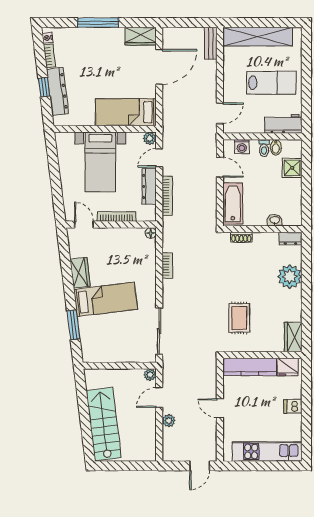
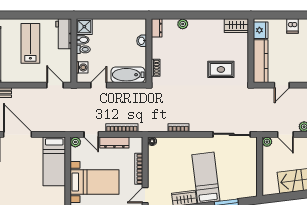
shower: (292, 168) -> (84, 27), moved
plant: (290, 276) -> (183, 24), width x0.53, depth x0.53
door: (220, 408) -> (282, 85), moved

